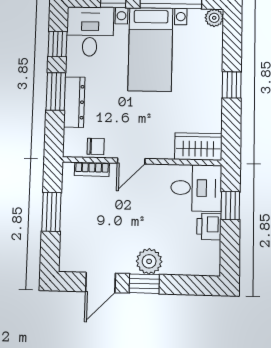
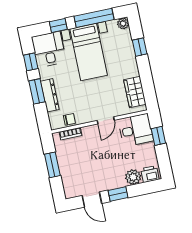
window: (232, 85) -> (140, 47), moved
wardrobe: (198, 147) -> (135, 92), moved, turned -90
door: (131, 161) -> (106, 120), moved
printer: (209, 227) -> (150, 174), moved, turned 90
plant: (149, 261) -> (133, 177), moved
door: (100, 282) -> (92, 200), hinge flipped

